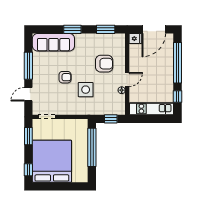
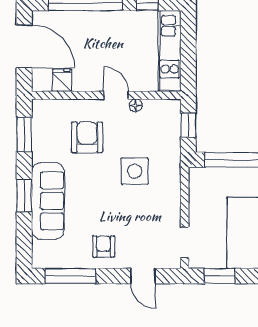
fridge: (135, 39) -> (62, 80), moved
sofa: (53, 42) -> (48, 201), moved
window: (28, 66) -> (70, 276), moved
armchair: (65, 77) -> (104, 247), moved

